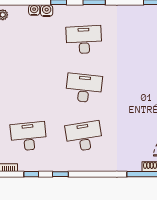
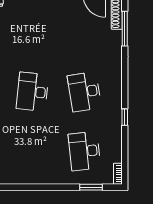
window: (31, 174) -> (125, 148), removed

